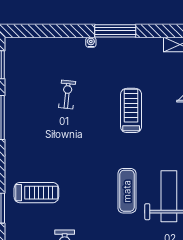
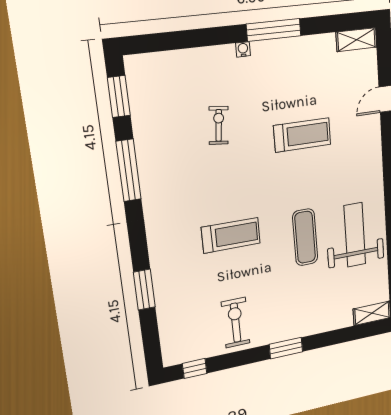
treadmill: (131, 110) -> (302, 135), turned 90
treadmill: (36, 193) -> (231, 235), moved

